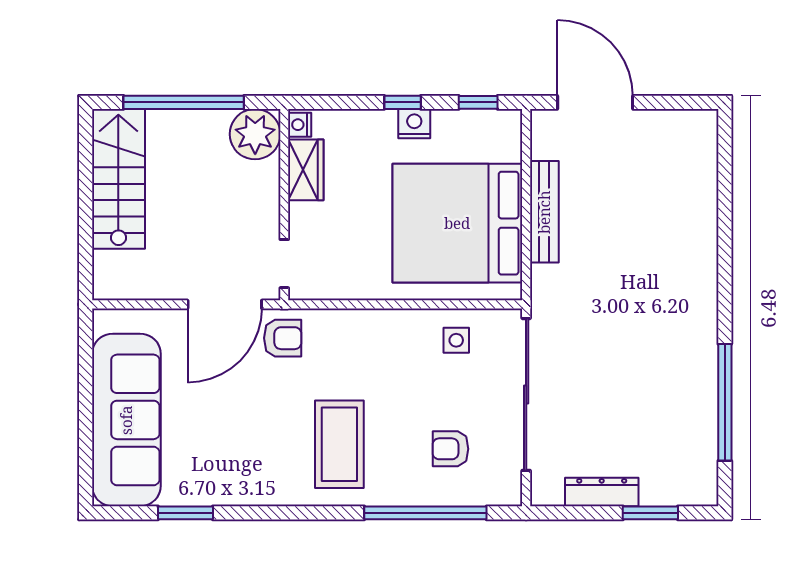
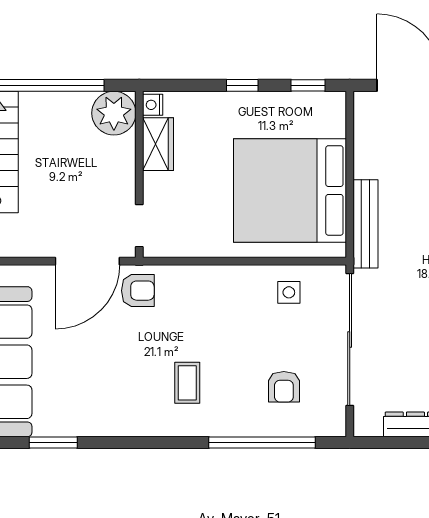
nightstand: (414, 124) -> (252, 104), removed
bench: (544, 212) -> (365, 224), moved
coffee table: (339, 444) -> (187, 383), width x0.54, depth x0.58
armchair: (450, 449) -> (284, 387), turned -90

